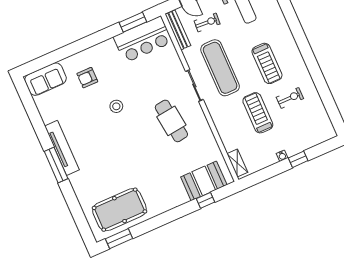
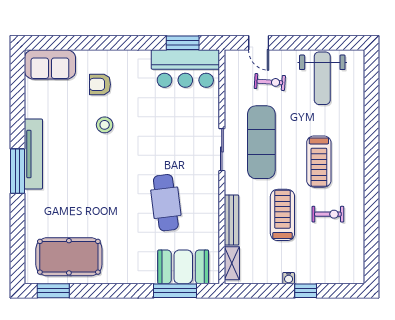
bench: (178, 30) -> (231, 220), moved
stool: (116, 106) -> (105, 125), moved
cafe table: (171, 121) -> (166, 203), moved
window: (205, 200) -> (175, 291), width x2.17

